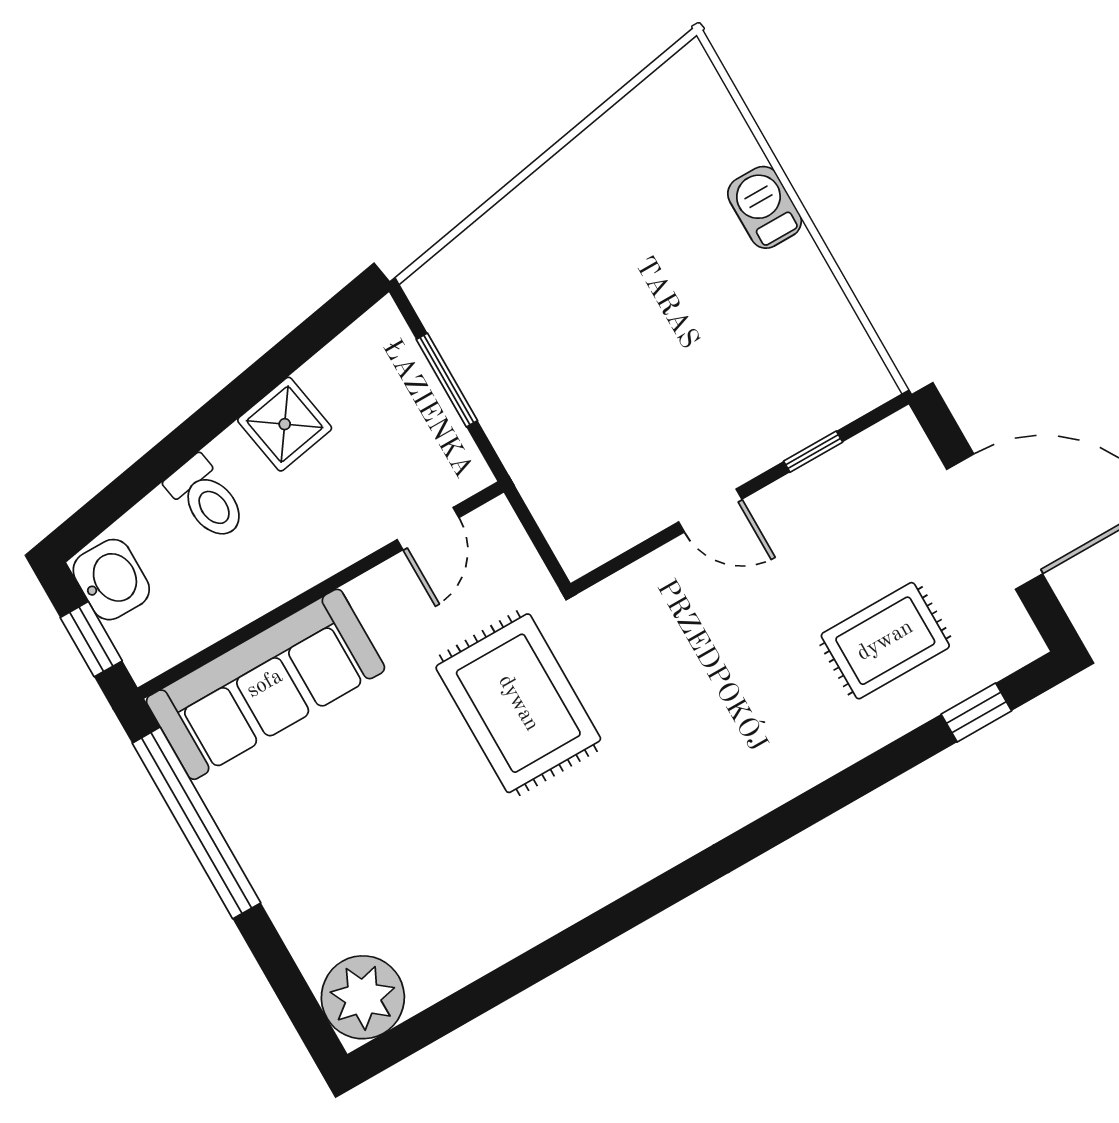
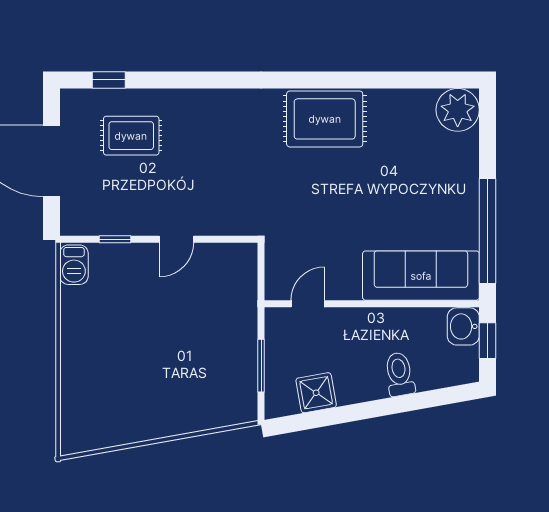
barbecue: (765, 207) -> (74, 265), moved
shower: (285, 424) -> (316, 393), moved
door: (710, 511) -> (176, 239), swing flipped
washbasin: (111, 580) -> (463, 326), moved
rug: (518, 703) -> (325, 119), moved, turned 90

